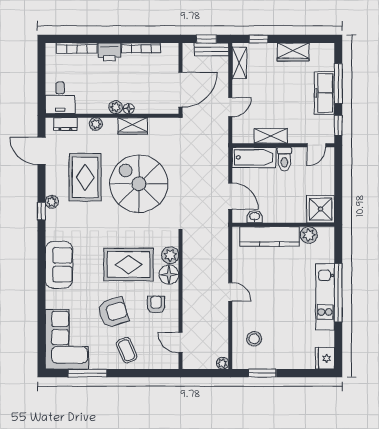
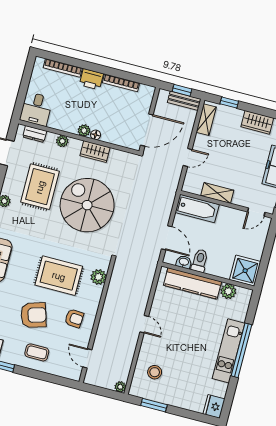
toilet: (284, 159) -> (200, 261), moved, turned 180
floor lamp: (169, 275) -> (93, 294), removed
armchair: (156, 305) -> (74, 318), turned 94
coffee table: (127, 350) -> (37, 352), turned -67

